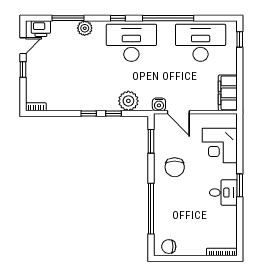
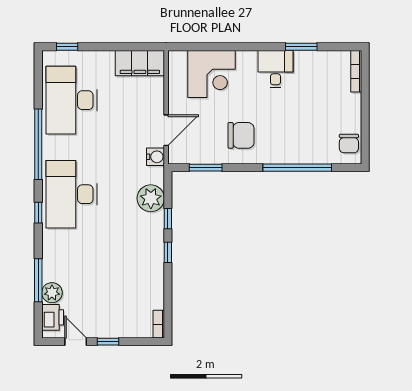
plant: (85, 28) -> (52, 293), moved
window: (240, 185) -> (301, 47), moved

